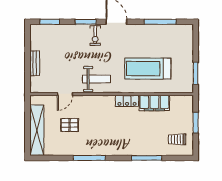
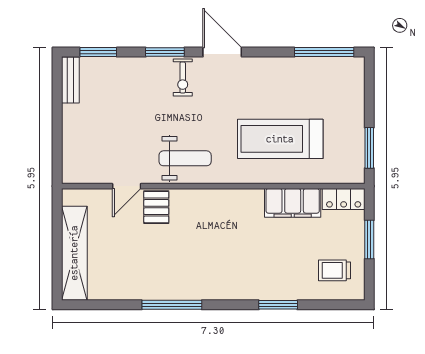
window: (160, 22) -> (324, 52), moved
bench: (35, 63) -> (70, 80), moved
locker: (127, 101) -> (344, 199), moved
pallet: (70, 125) -> (156, 207), moved, turned 90
window: (147, 158) -> (278, 305), width x0.69

